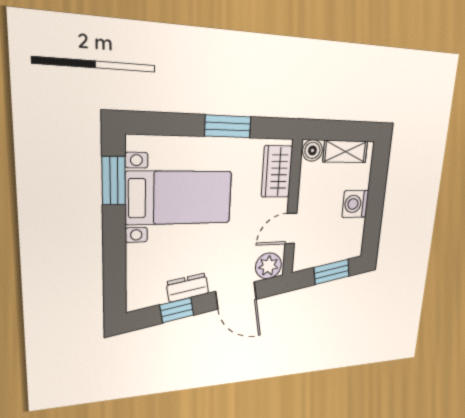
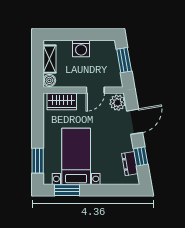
window: (228, 126) -> (38, 161), moved
door: (291, 229) -> (95, 90), hinge flipped
dresser: (188, 288) -> (130, 164), moved

